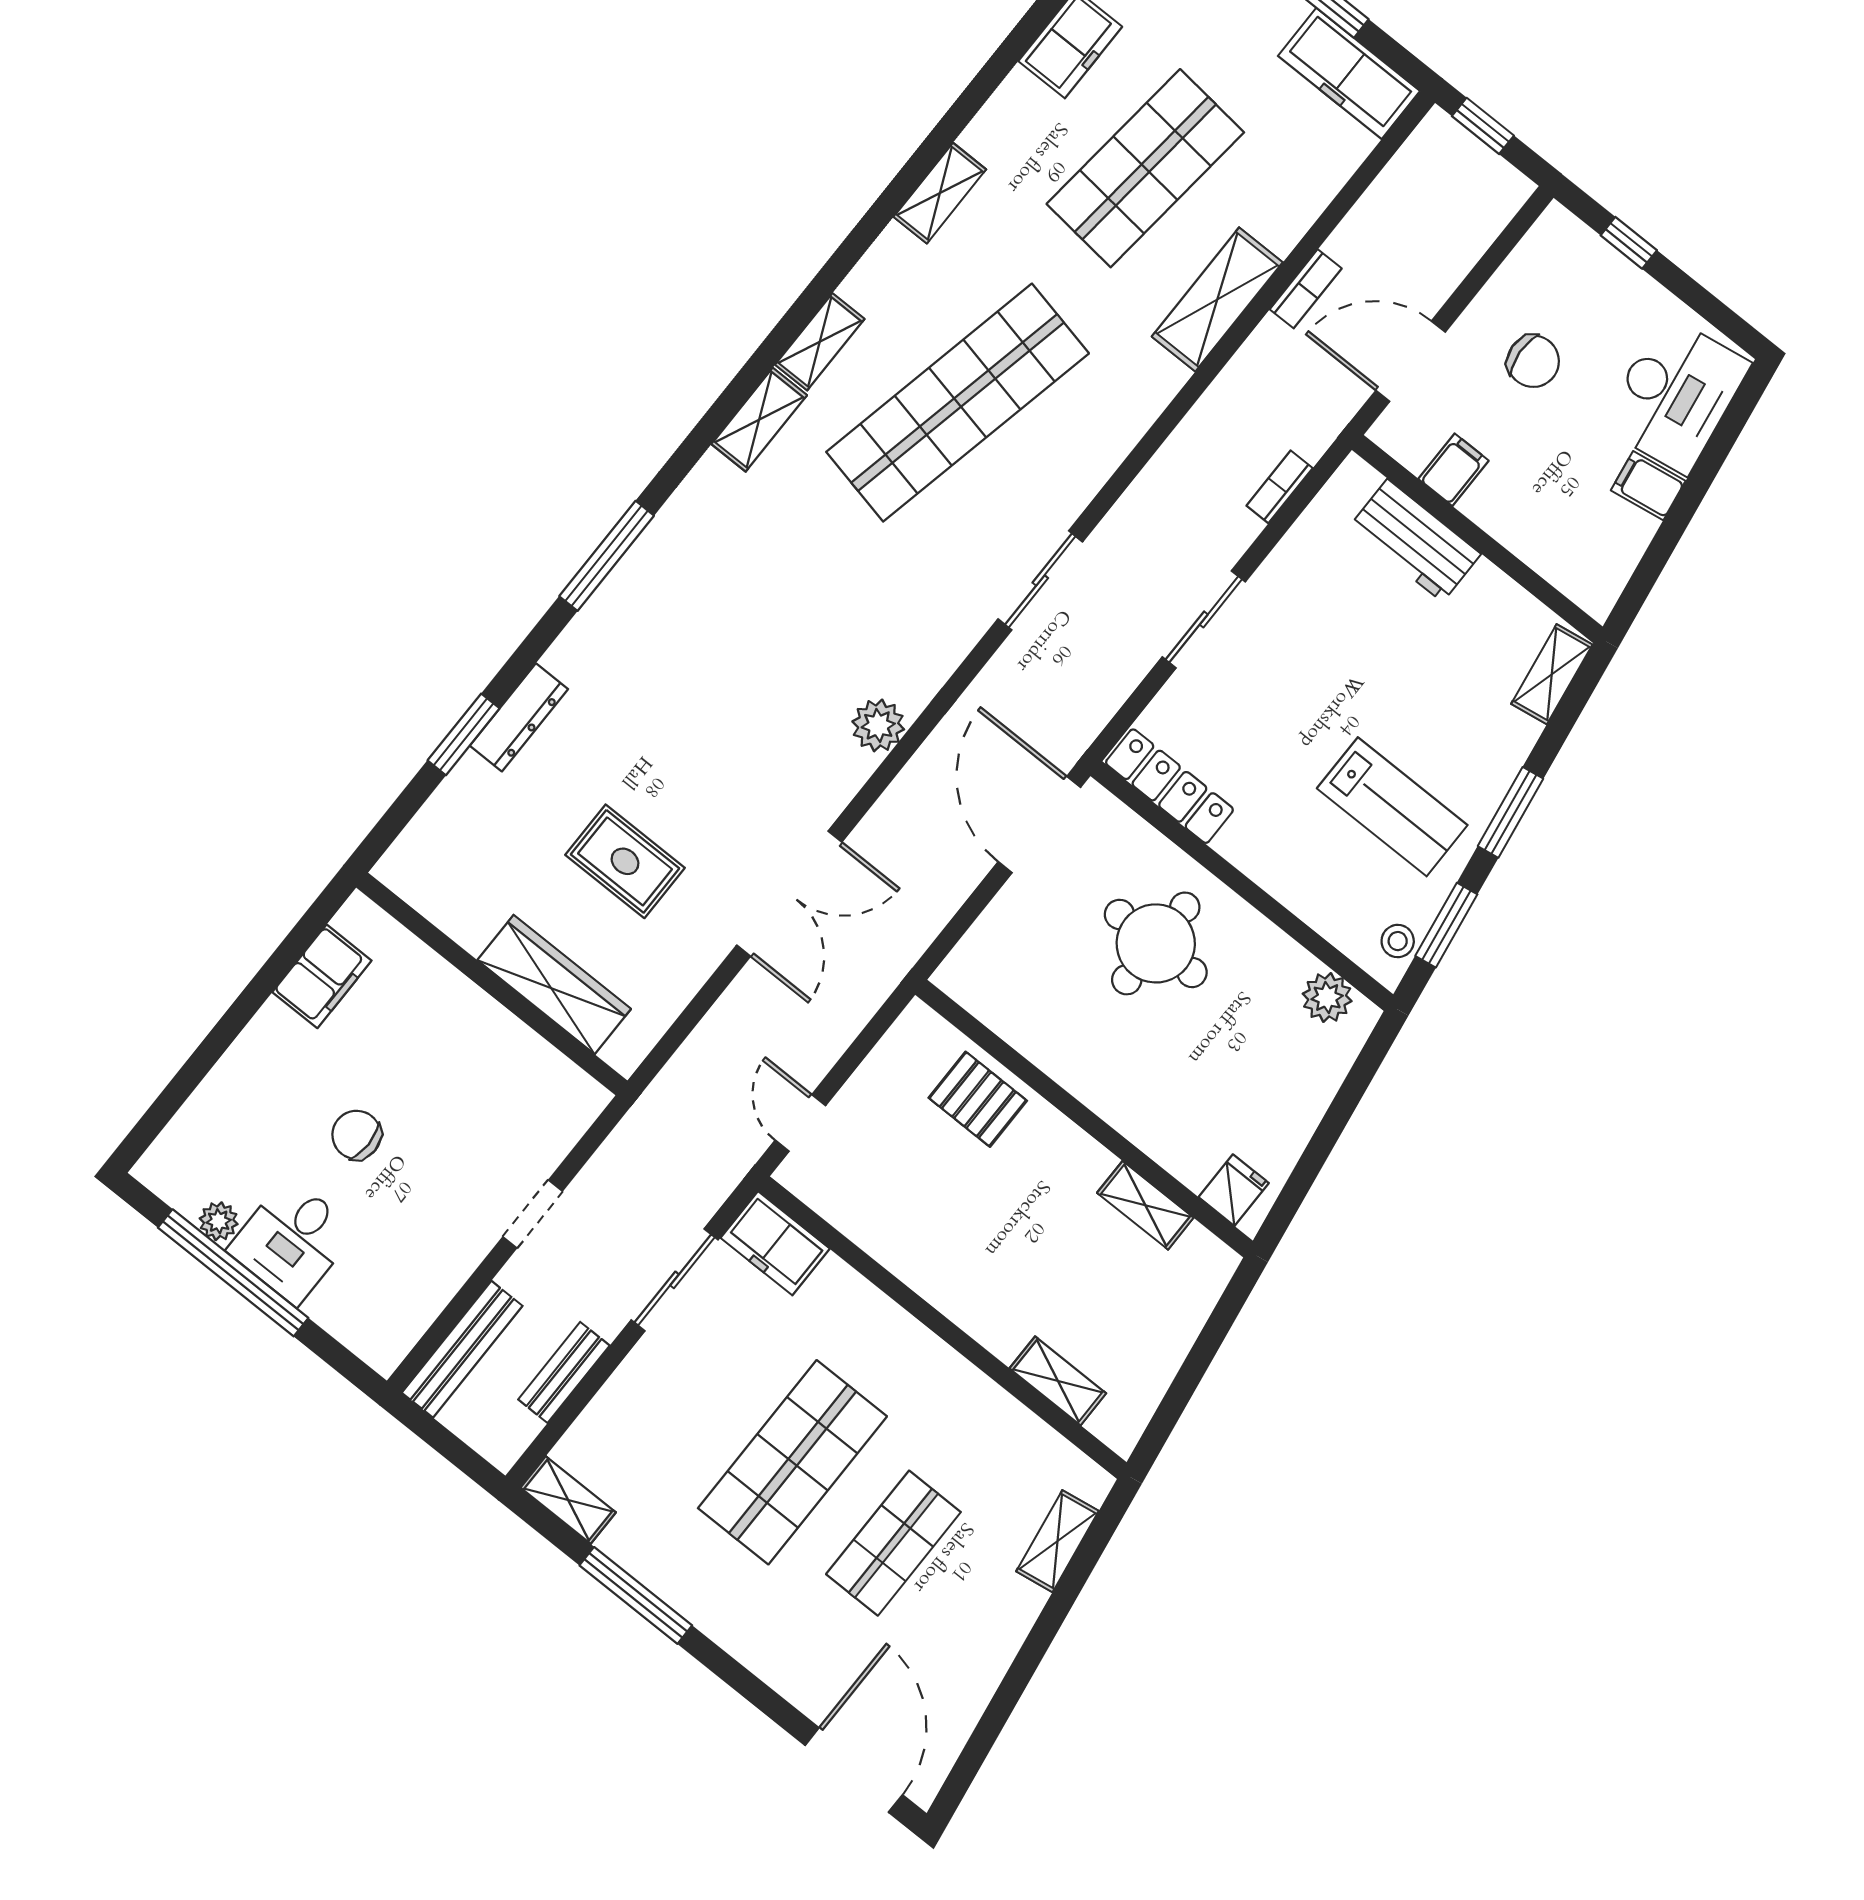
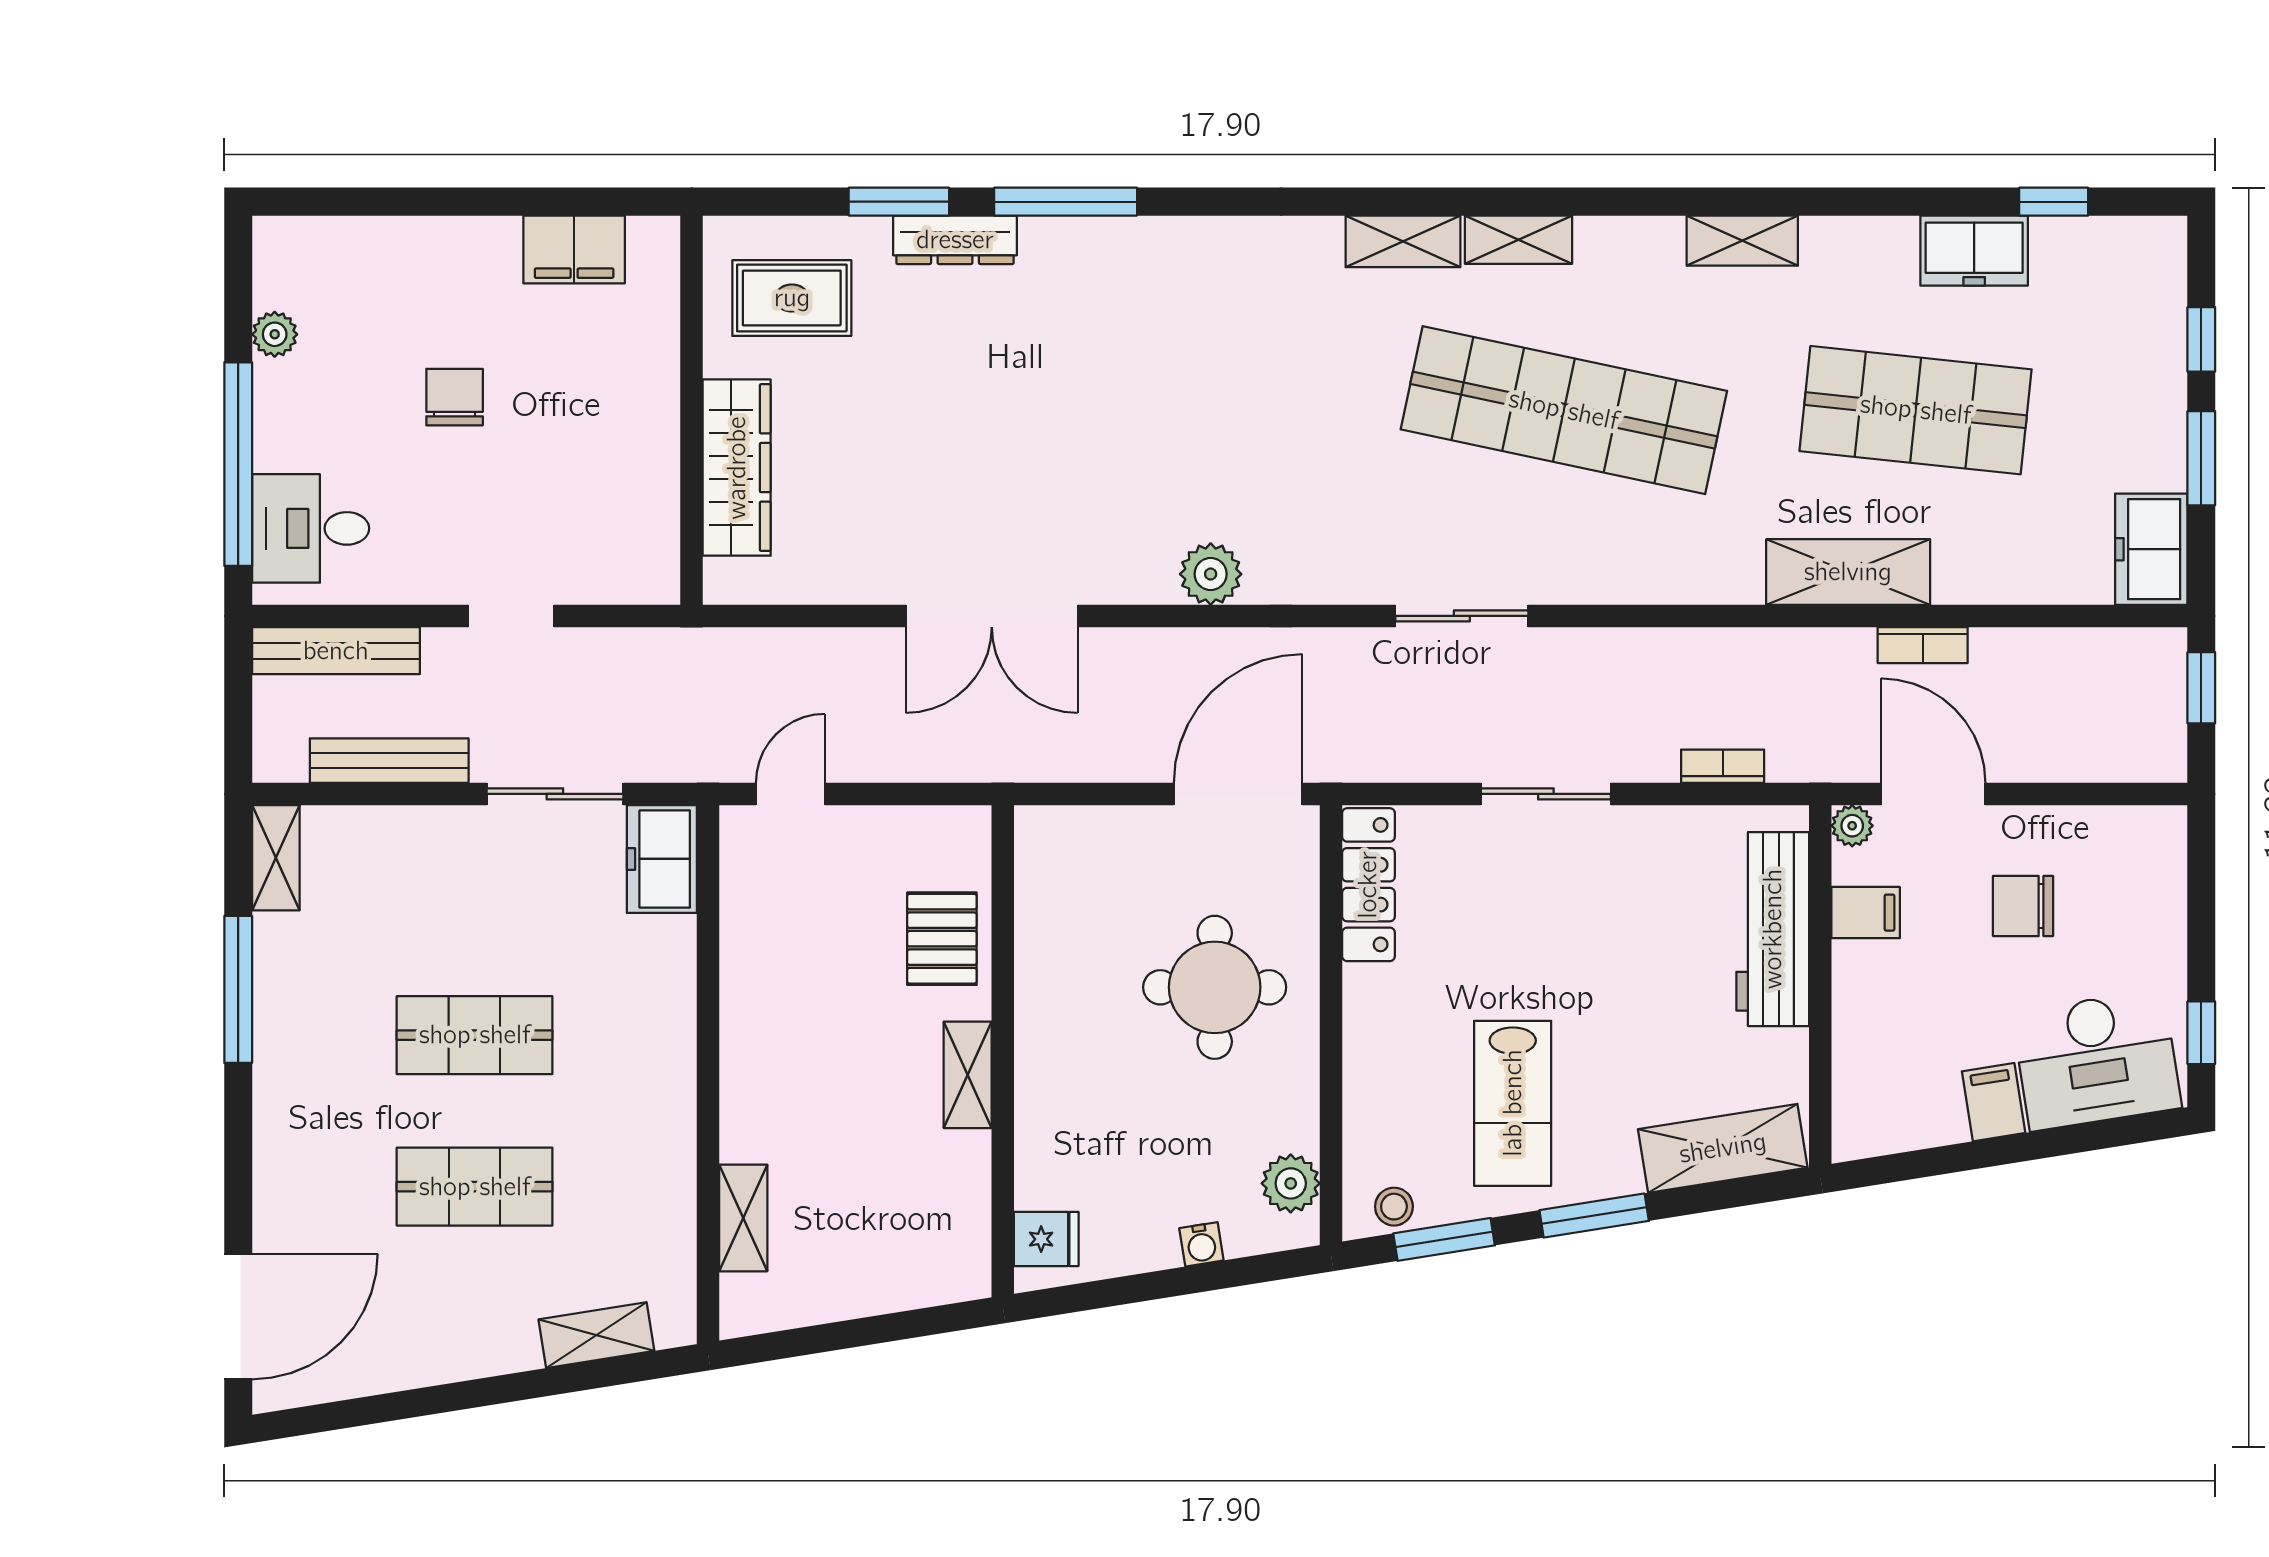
freezer: (1349, 73) -> (2151, 549), width x0.71
window: (1629, 243) -> (2201, 1033), moved
chair: (1533, 361) -> (2023, 906), turned 94
plant: (1388, 432) -> (1852, 826), added
workbench: (1415, 540) -> (1773, 929), width x1.38
window: (607, 556) -> (1066, 202), moved
shelving: (1552, 674) -> (1723, 1148), width x1.50, depth x1.33
rug: (625, 861) -> (792, 298), moved, turned 90
water cooler: (1320, 1089) -> (1201, 1244), added
shelving: (1145, 1205) -> (968, 1075), moved
desk: (292, 1241) -> (311, 528), moved
window: (233, 1273) -> (238, 464), moved
bench: (564, 1372) -> (389, 761), width x1.36
shop shelf: (792, 1462) -> (475, 1035), width x0.70, depth x0.74

